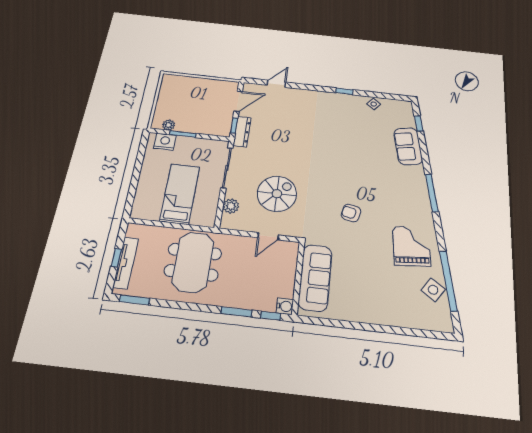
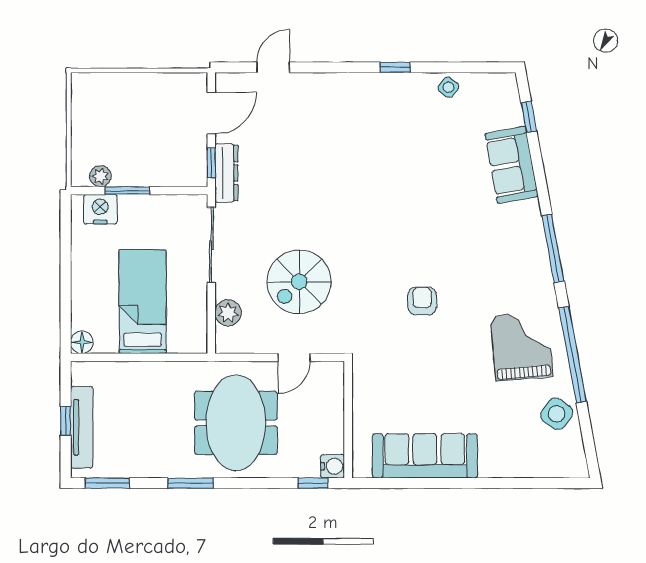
spiral stairs: (277, 194) -> (299, 282), turned 180
floor lamp: (137, 212) -> (82, 342), added
armchair: (351, 213) -> (422, 301), turned 77
meeting table: (193, 262) -> (236, 423), moved
sofa: (315, 278) -> (425, 456), moved, turned -90
window: (448, 281) -> (573, 355), moved
window: (236, 312) -> (191, 483), moved

